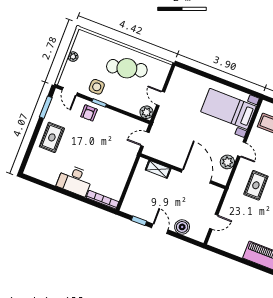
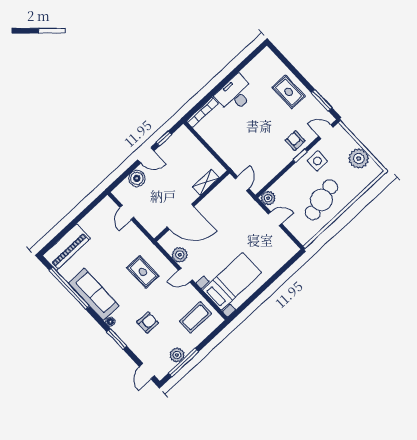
plant: (73, 57) -> (359, 159), width x1.87, depth x1.87

